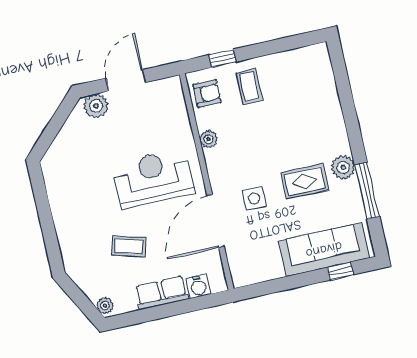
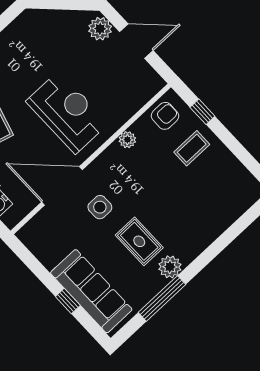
armchair: (207, 94) -> (165, 116), turned -90
window: (340, 271) -> (68, 301), moved

